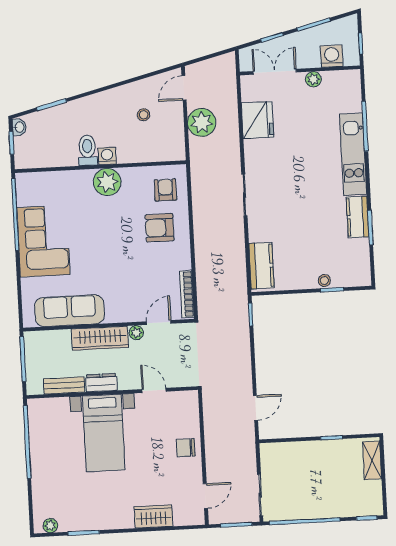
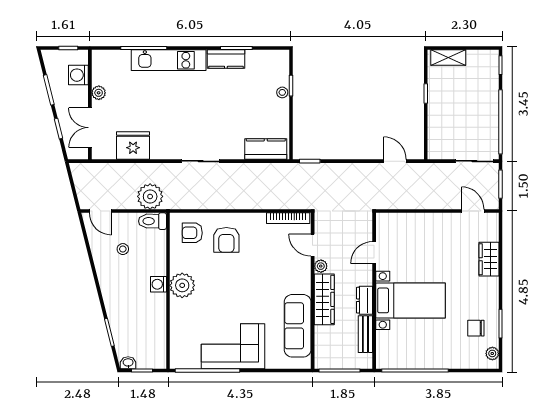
plant: (202, 122) -> (150, 196), moved
toilet: (87, 150) -> (152, 221), moved
chair: (186, 448) -> (476, 328), moved, turned 90

